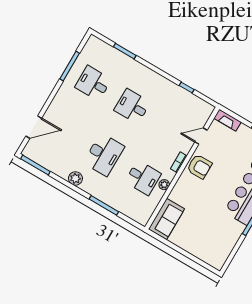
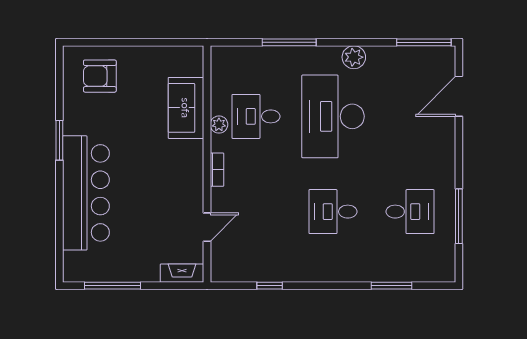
desk: (132, 106) -> (333, 212), turned 180
desk: (104, 155) -> (333, 116), width x1.36, depth x1.30
armchair: (199, 167) -> (100, 76), moved
sofa: (166, 219) -> (186, 108), moved

